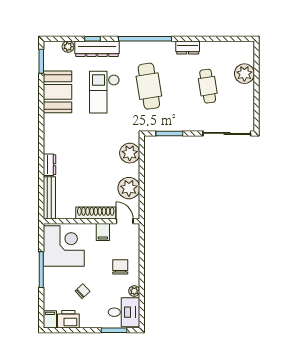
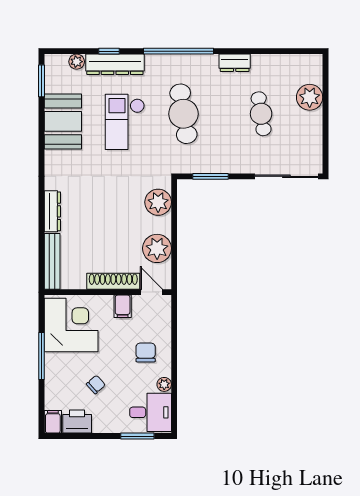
dresser: (50, 165) -> (52, 211), width x1.44

